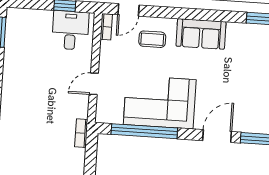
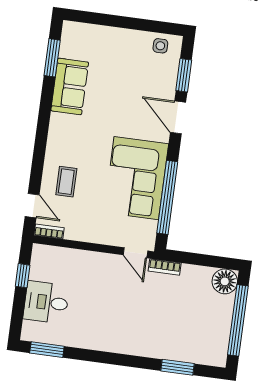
desk: (70, 30) -> (46, 302), moved
sofa: (201, 34) -> (70, 86), moved
door: (94, 84) -> (135, 253), moved

